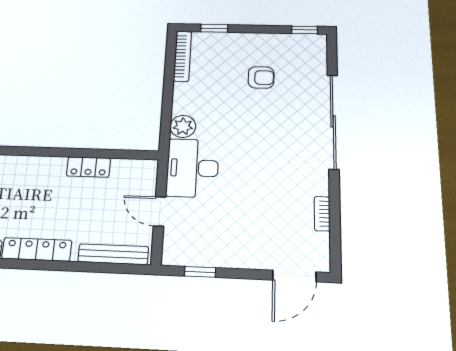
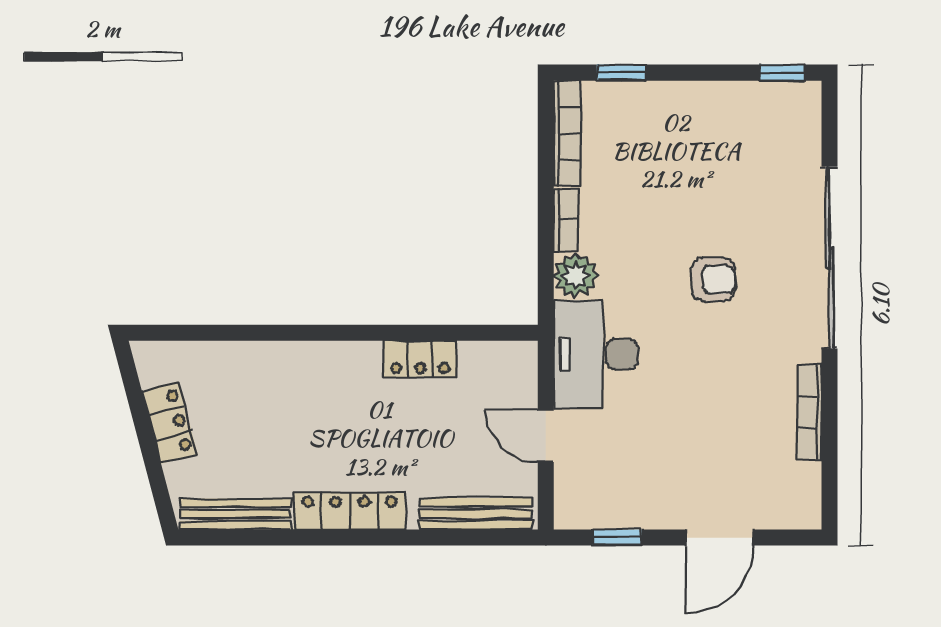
armchair: (261, 77) -> (713, 279), moved
bookcase: (179, 98) -> (566, 220), added
bookcase: (322, 214) -> (809, 412), width x1.56
door: (294, 276) -> (720, 538), moved

